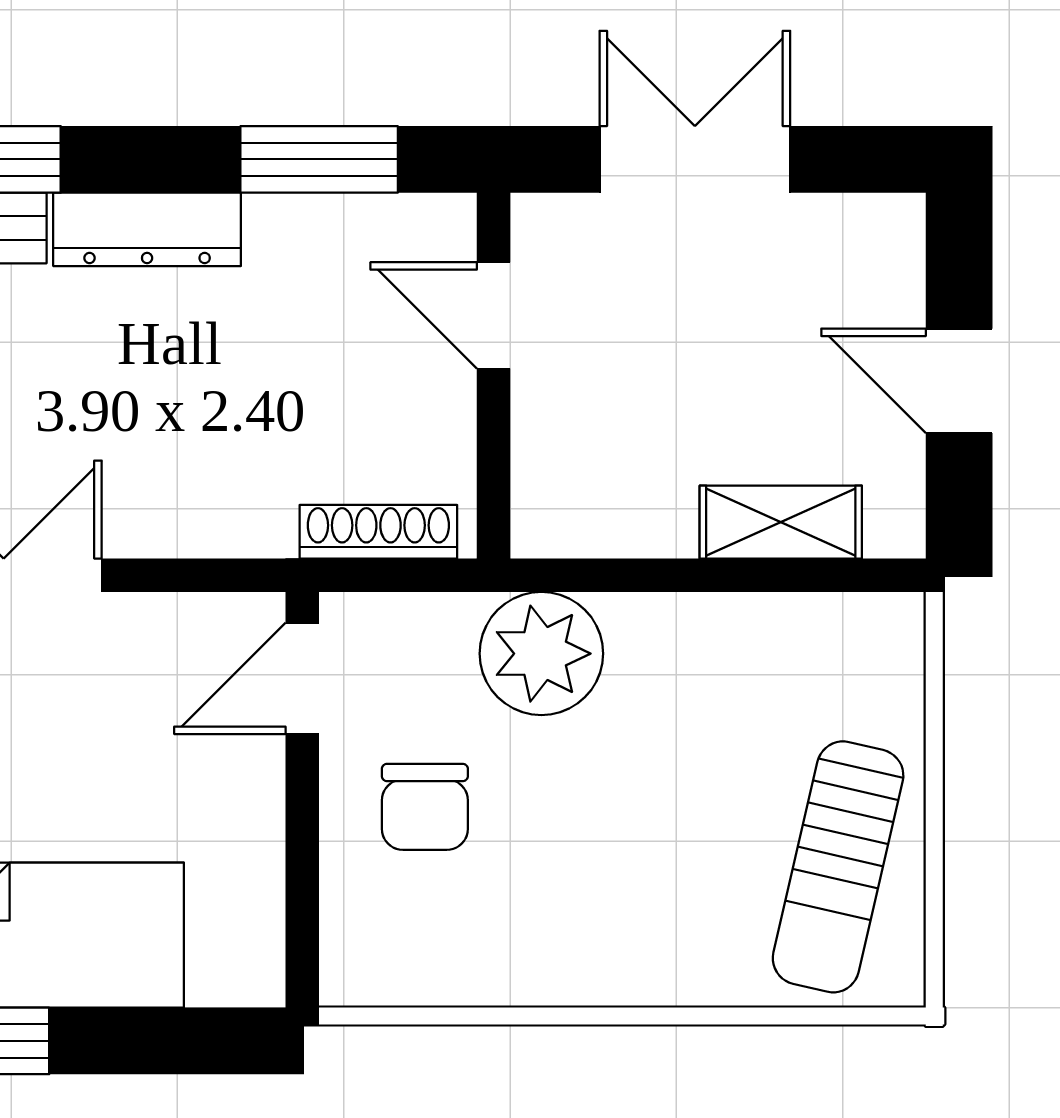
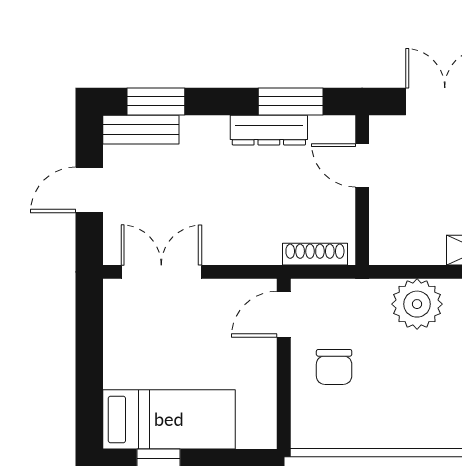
dresser: (147, 229) -> (269, 130), moved
plant: (541, 654) -> (417, 304), moved

